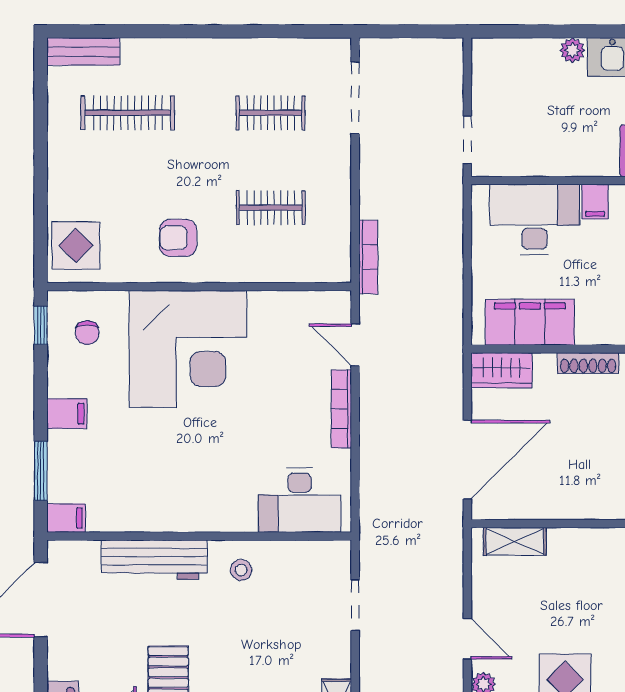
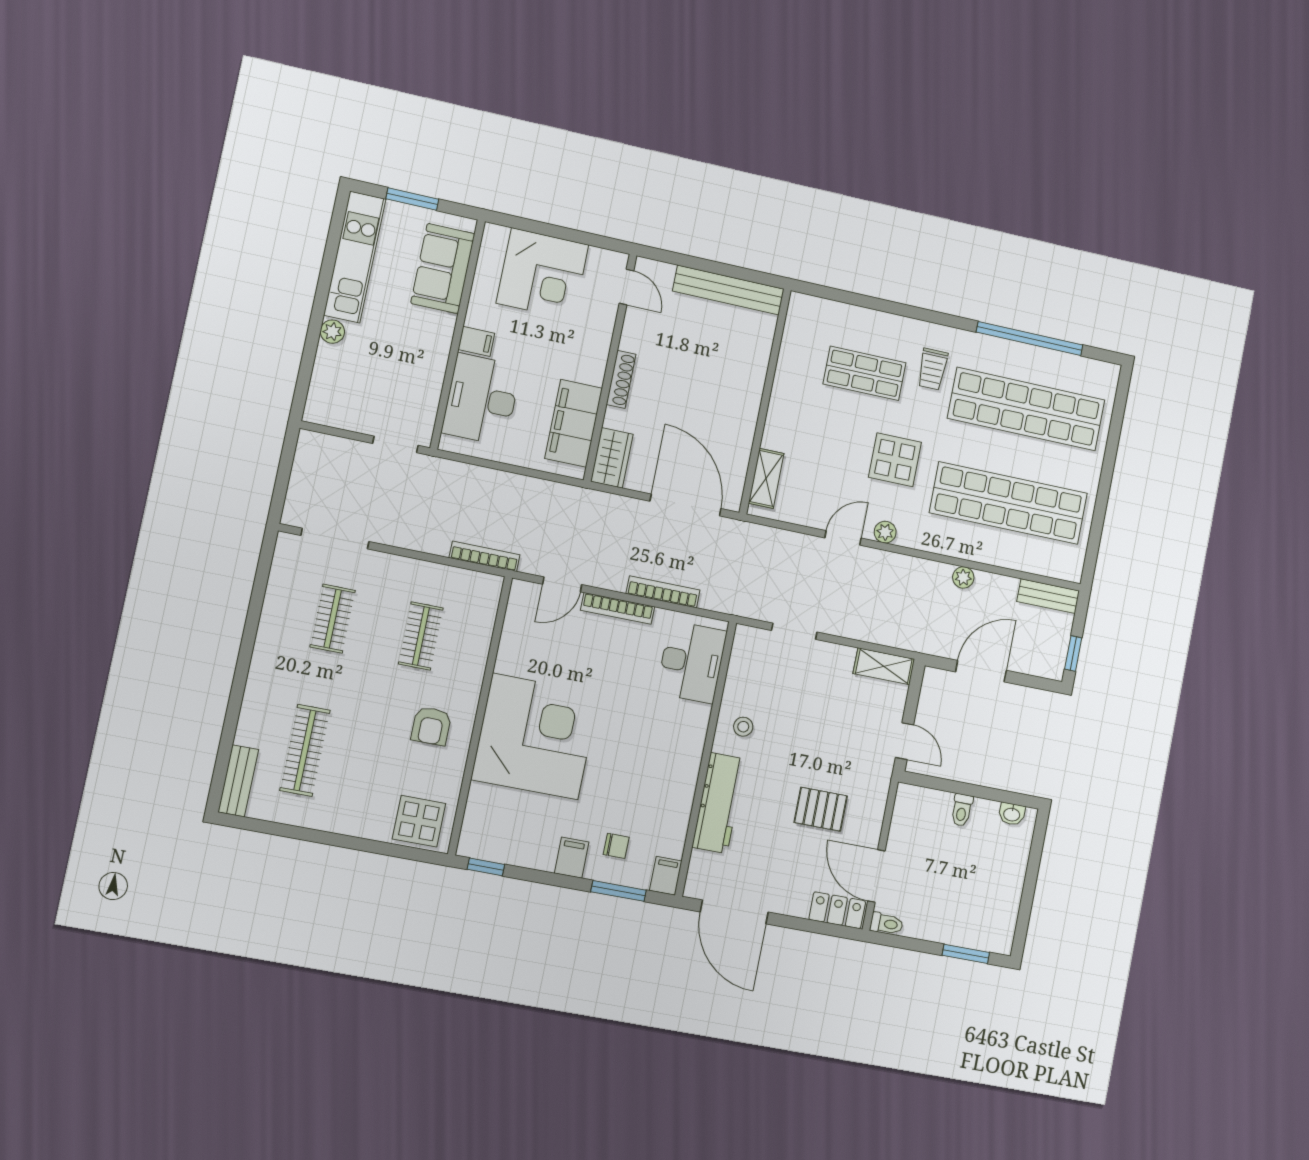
chair: (87, 333) -> (616, 846), moved
bookcase: (369, 454) -> (663, 592), added

